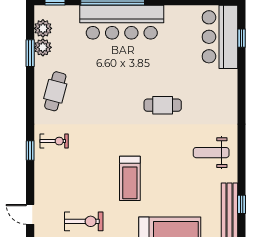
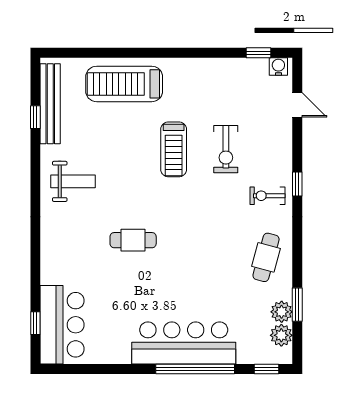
treadmill: (130, 178) -> (174, 149), turned 180
exercise bike: (84, 221) -> (226, 149), moved, turned -90

